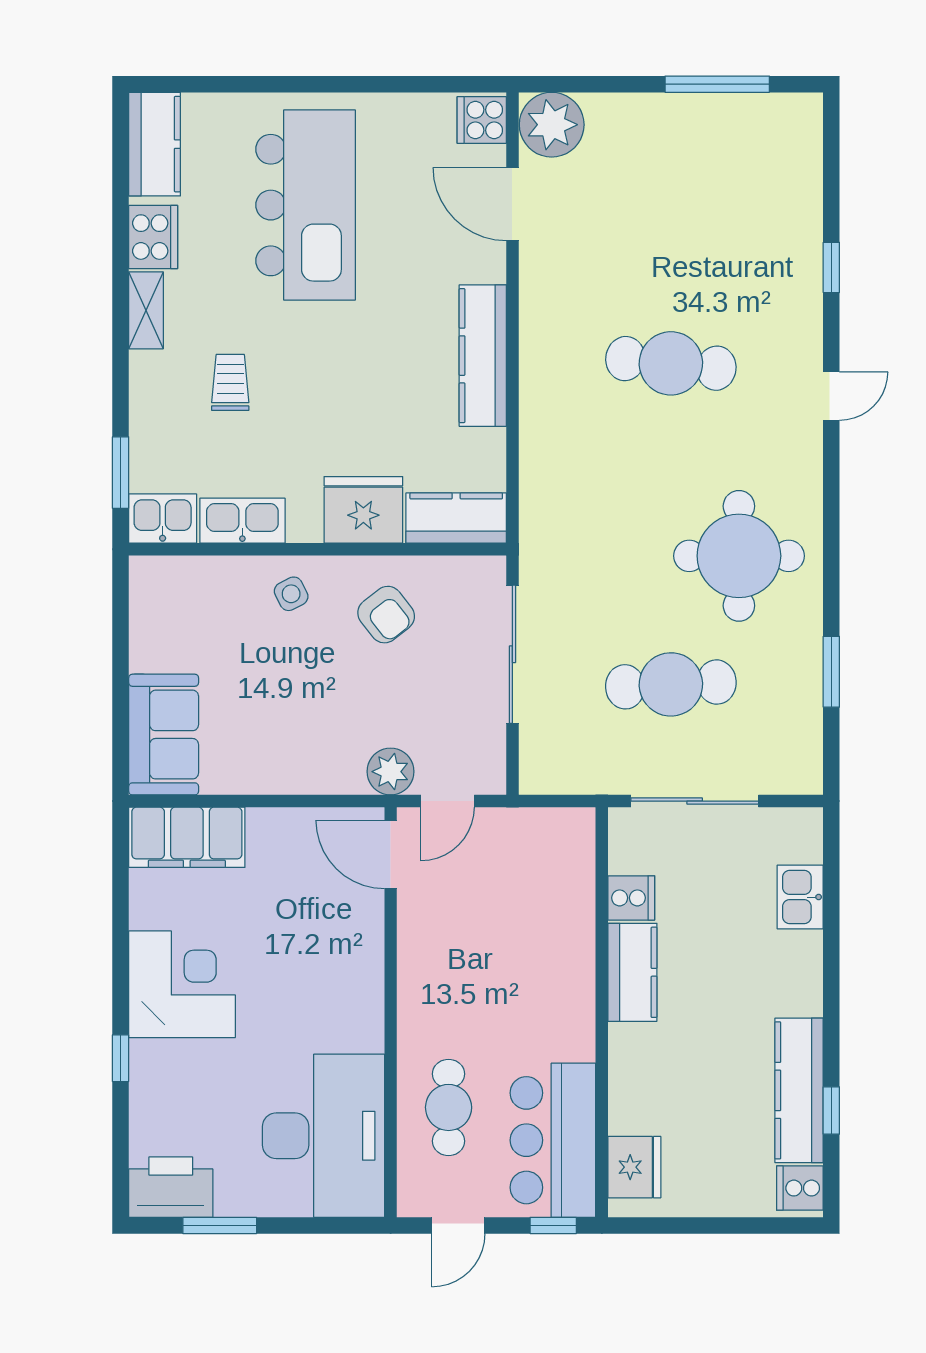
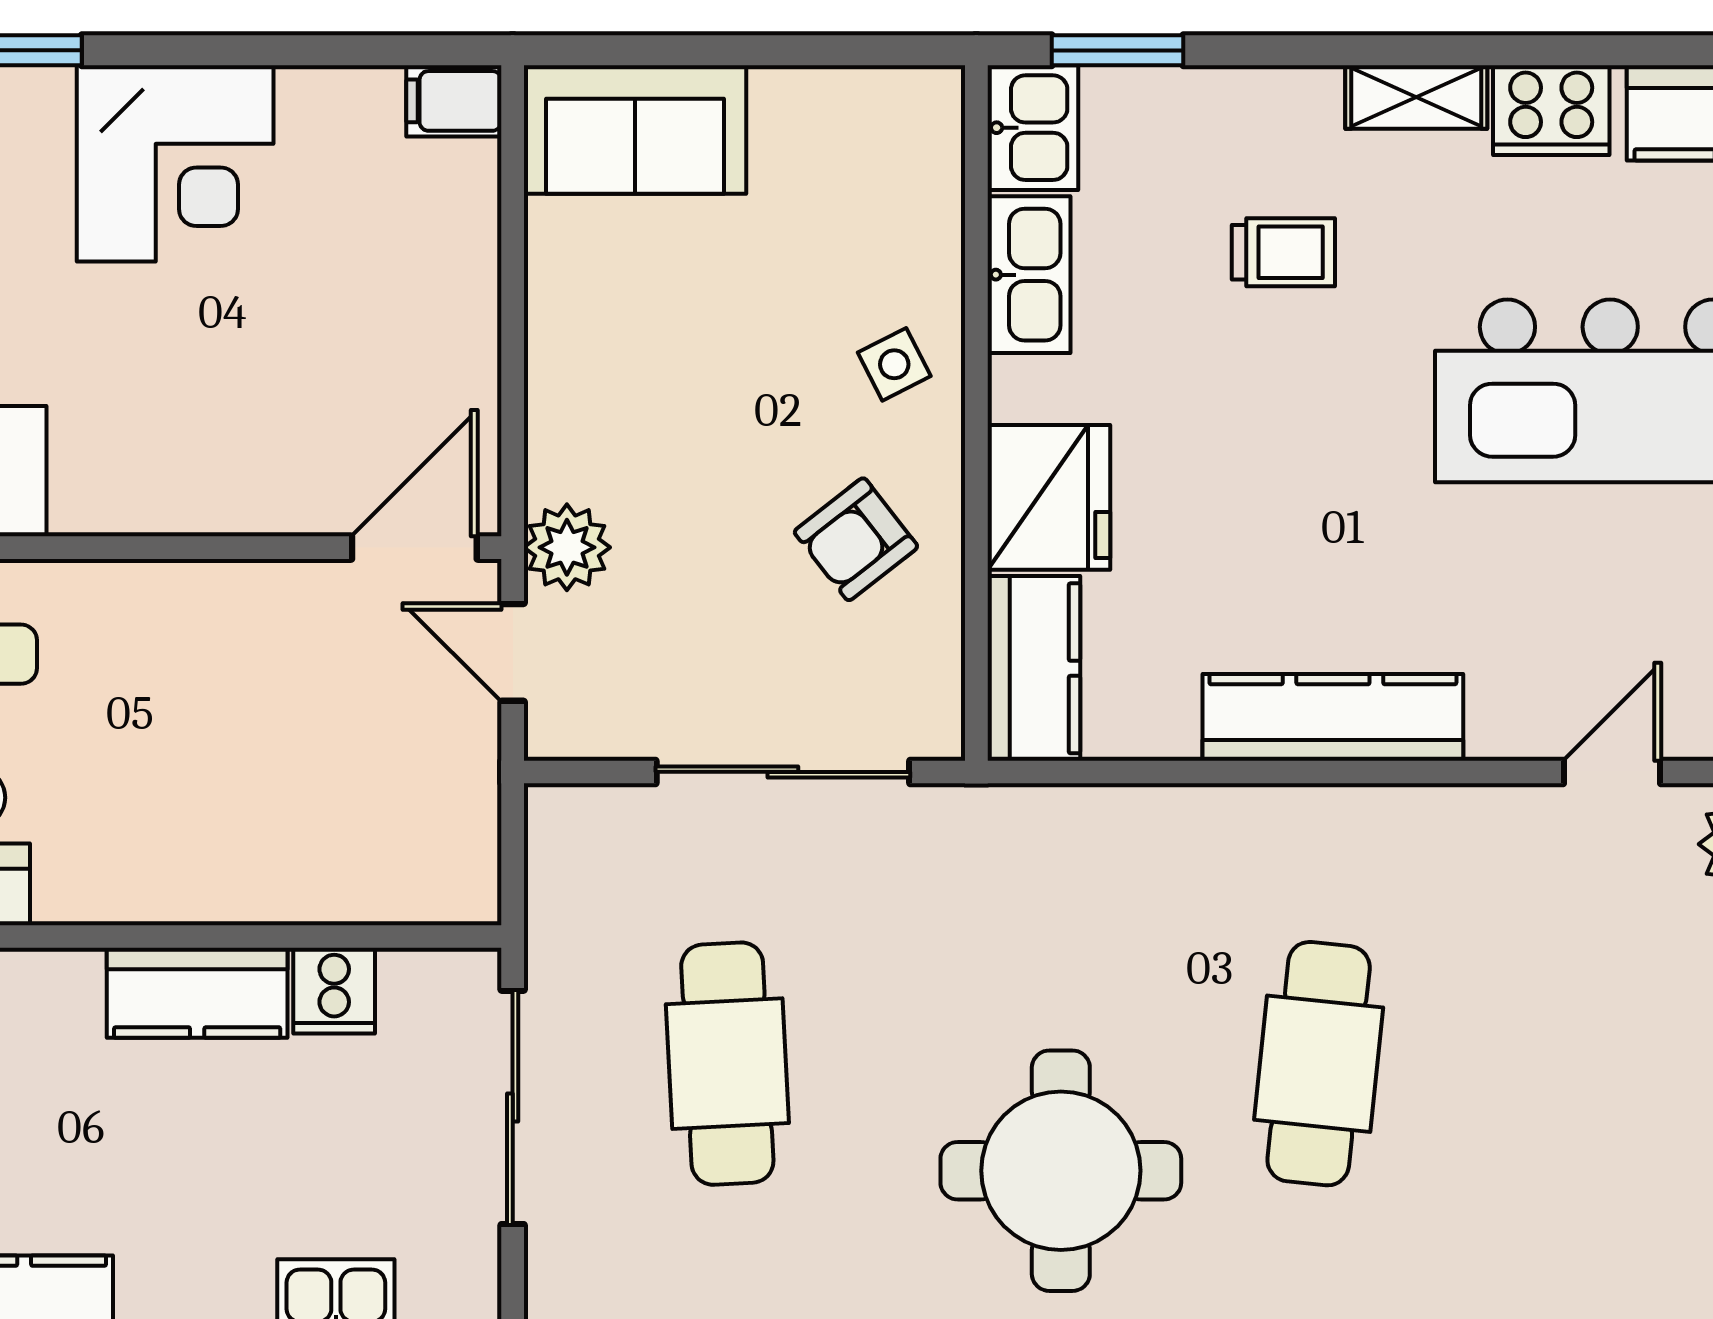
door: (512, 204) -> (1612, 772), width x0.73
round table: (739, 556) -> (1061, 1171), moved
filing cabinet: (187, 837) -> (454, 101), width x0.33, depth x0.86

